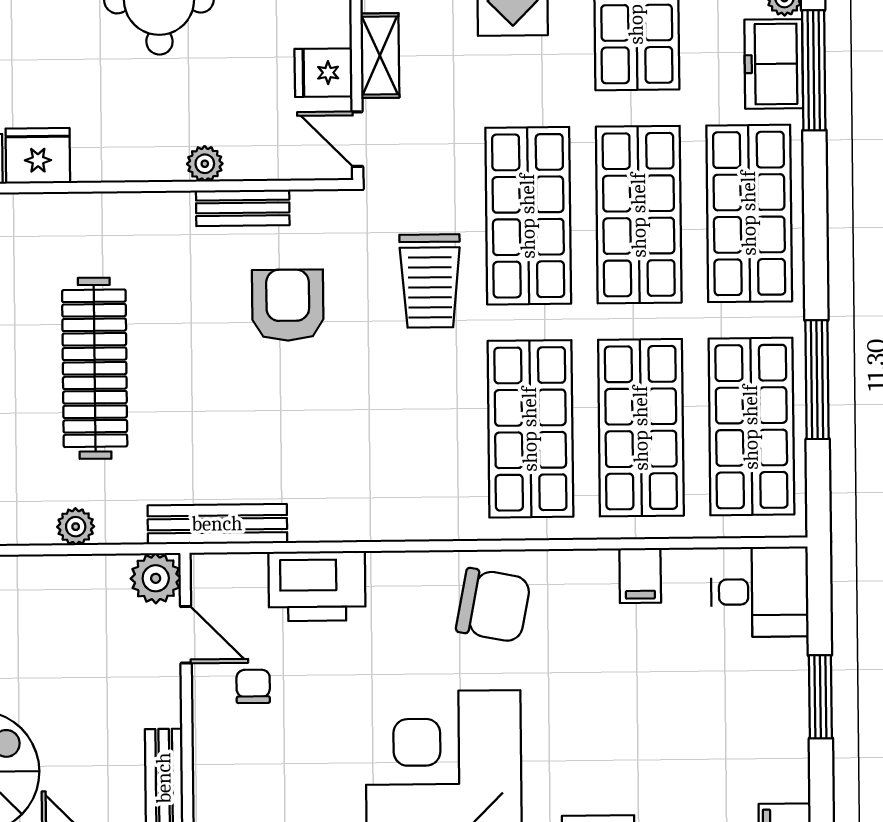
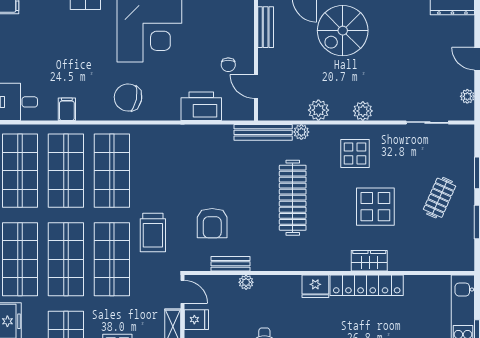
trolley: (430, 281) -> (153, 233), turned 180
bench: (217, 524) -> (263, 132), moved
plant: (156, 578) -> (318, 110), moved

